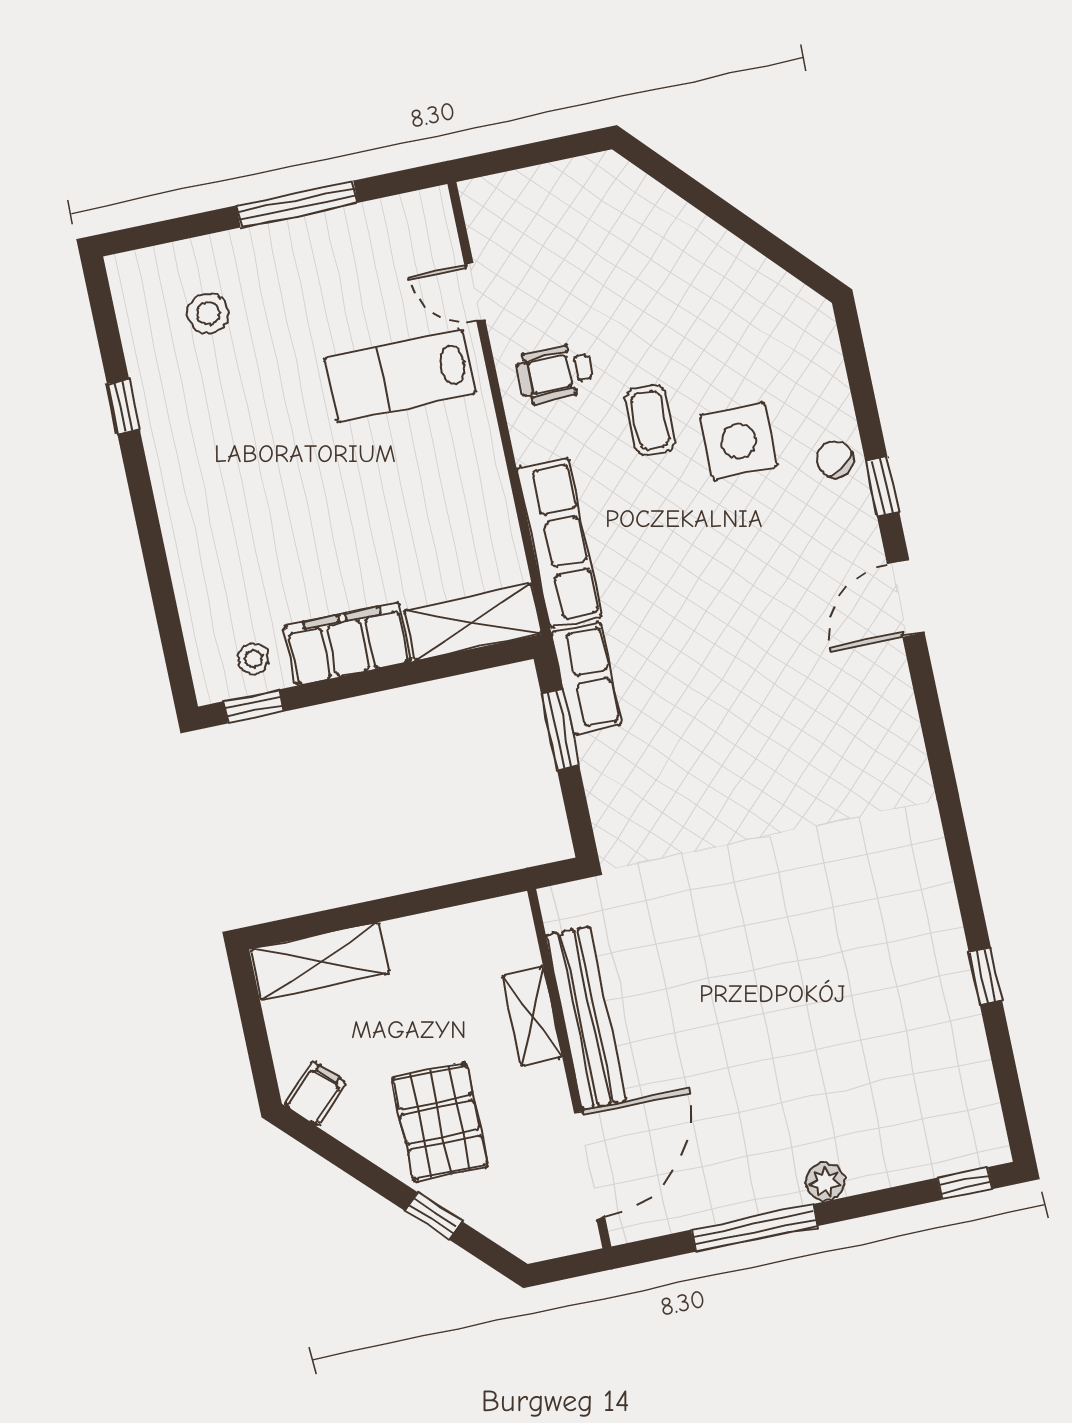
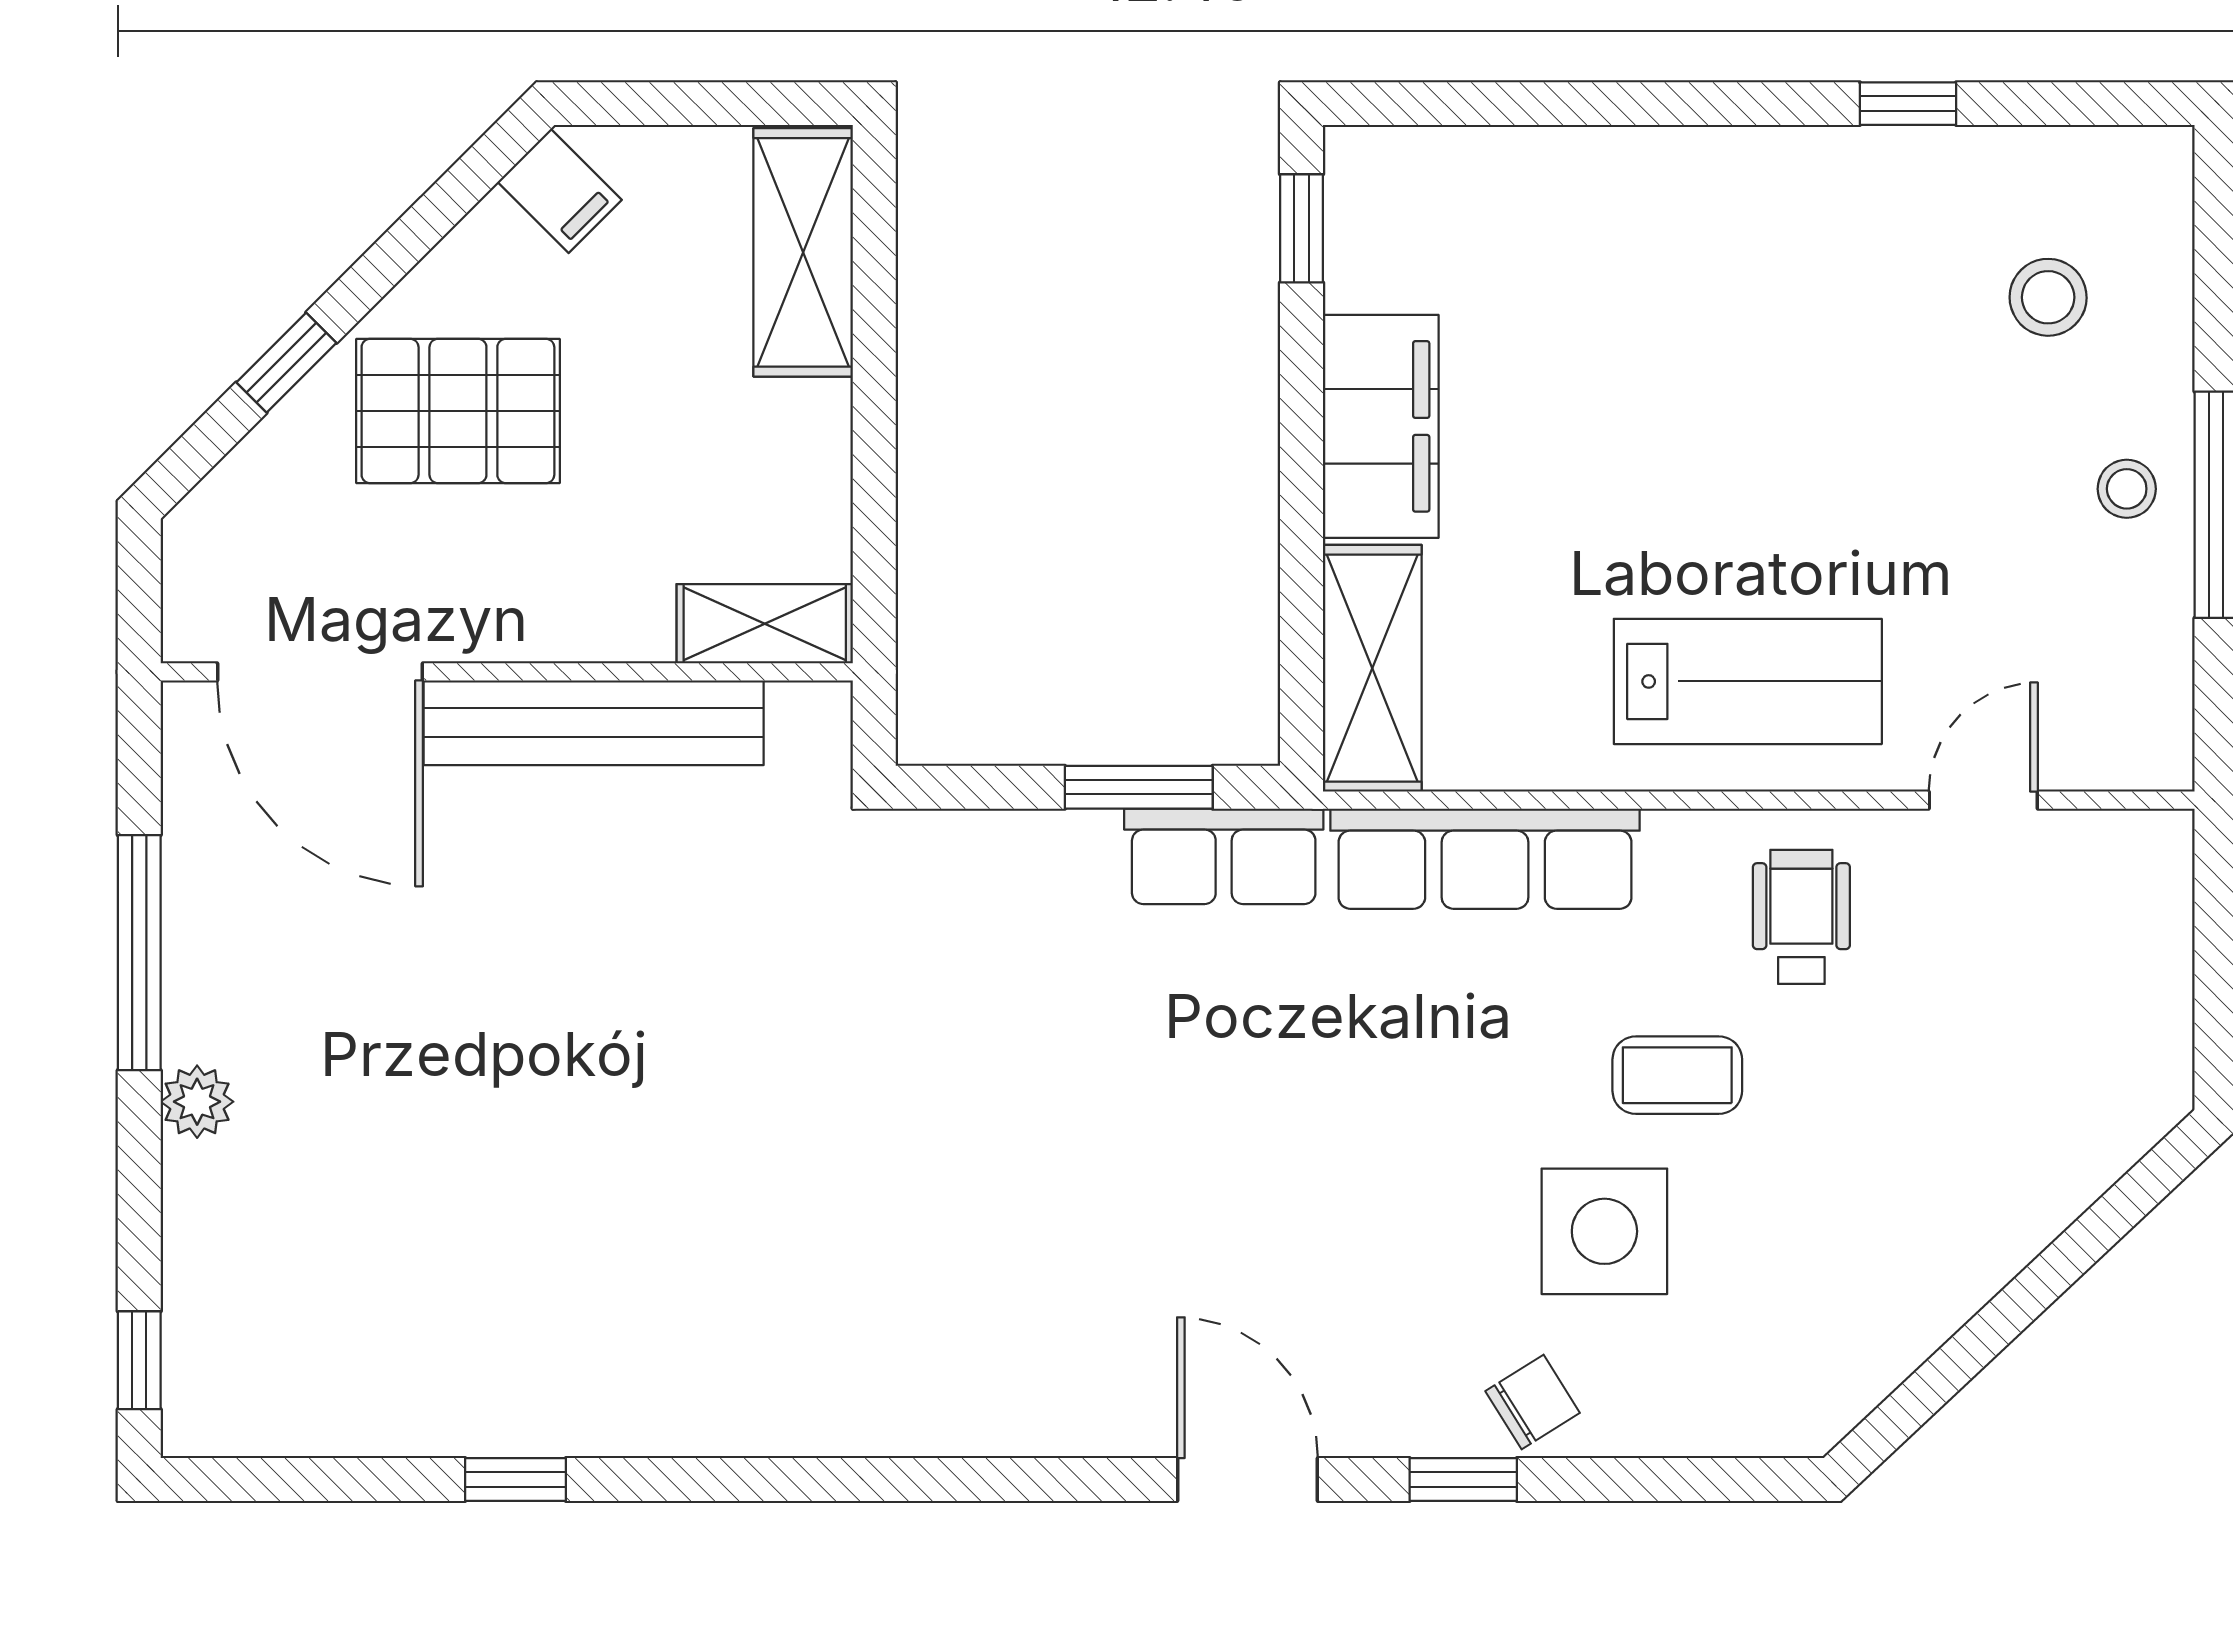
lab bench: (400, 376) -> (1748, 681), moved, turned 90
stool: (253, 659) -> (2127, 489), moved
shelving: (532, 1017) -> (765, 624), moved

